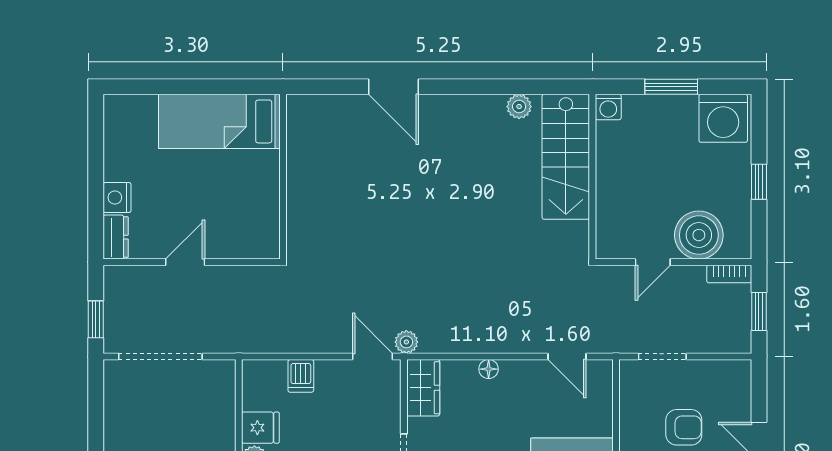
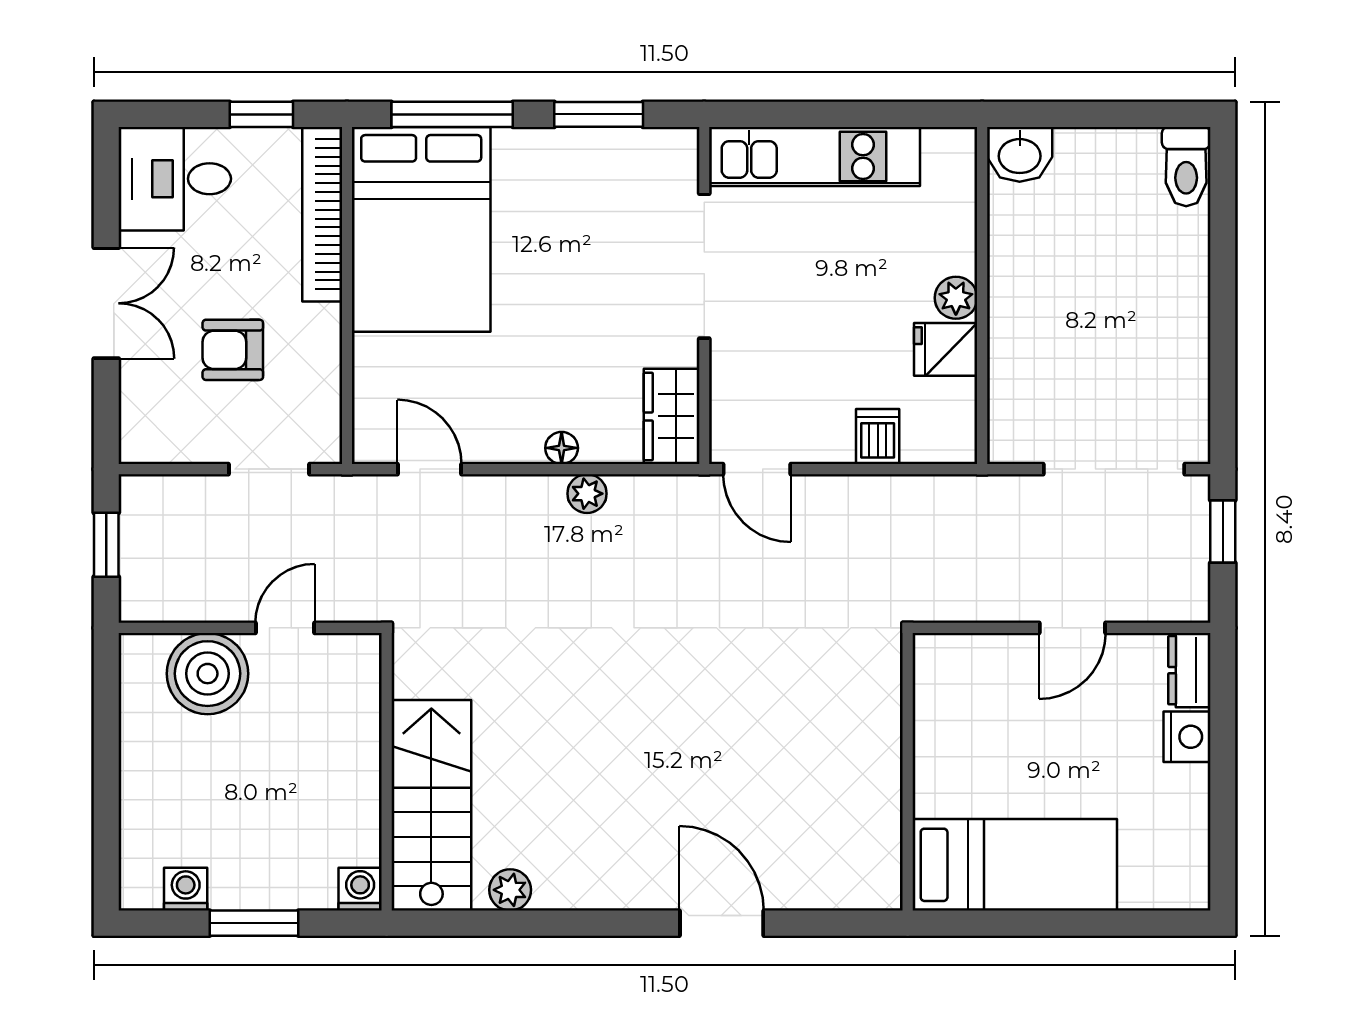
washing machine: (723, 118) -> (186, 889), width x0.53, depth x0.53
window: (759, 182) -> (106, 763), removed
bookcase: (729, 274) -> (156, 608), removed
plant: (406, 342) -> (587, 494), moved

